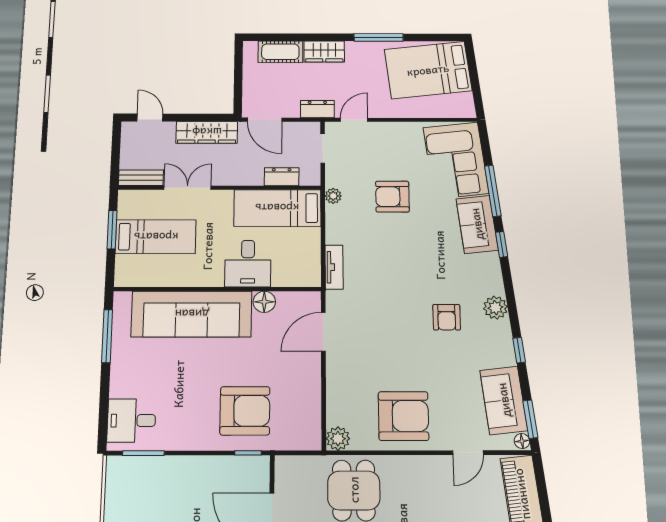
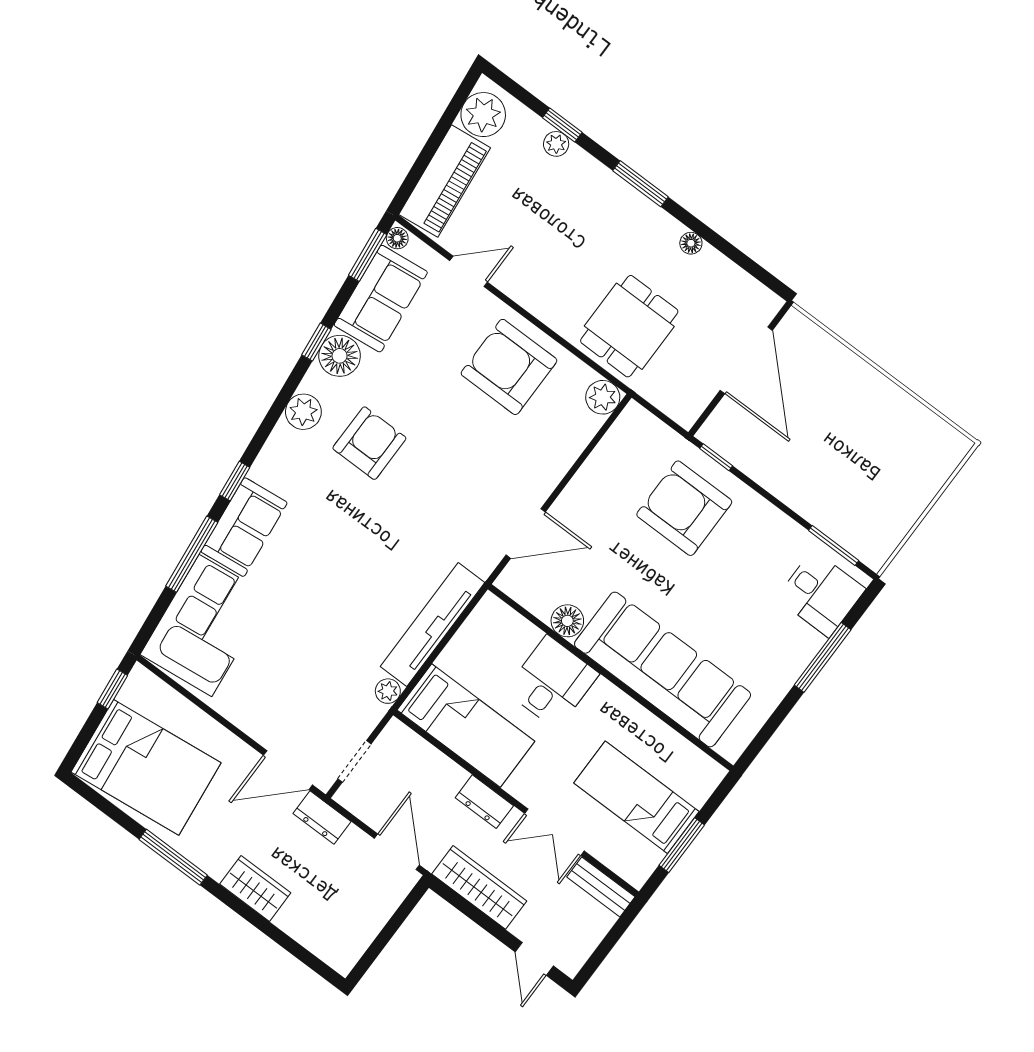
cot: (280, 52) -> (310, 929), removed
window: (477, 95) -> (112, 689), added
door: (354, 120) -> (288, 770), width x1.38
dresser: (282, 177) -> (484, 802), moved
armchair: (392, 197) -> (318, 637), removed
tv unit: (334, 267) -> (432, 625), width x1.92, depth x1.29
armchair: (447, 317) -> (369, 443), width x1.38, depth x1.38
window: (107, 336) -> (823, 657), moved
floor lamp: (501, 352) -> (340, 356), added

